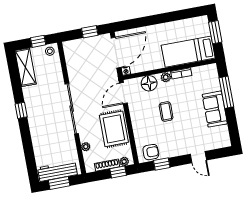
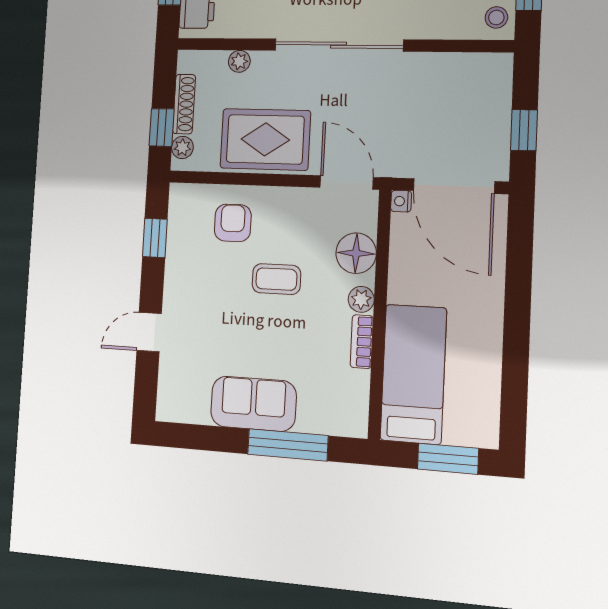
armchair: (151, 152) -> (233, 223), moved, turned 180

